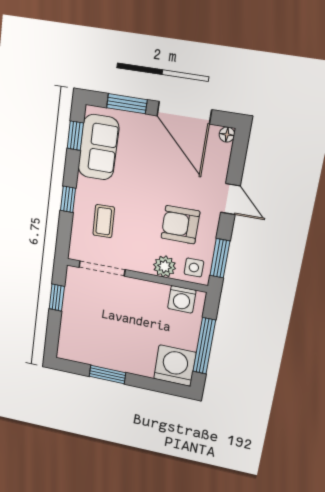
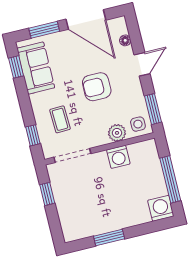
floor lamp: (227, 135) -> (125, 40), moved
window: (68, 199) -> (33, 135), moved
door: (230, 199) -> (142, 64), hinge flipped
armchair: (180, 225) -> (97, 87), moved
washing machine: (182, 299) -> (118, 157), moved
washing machine: (175, 366) -> (161, 208), width x0.73, depth x0.73

